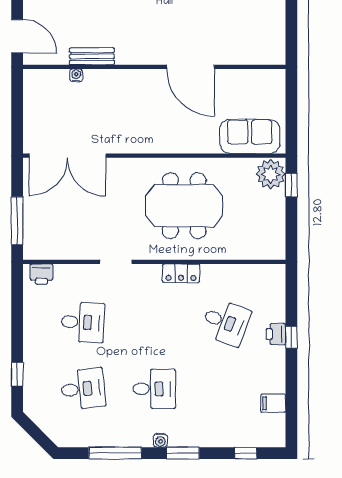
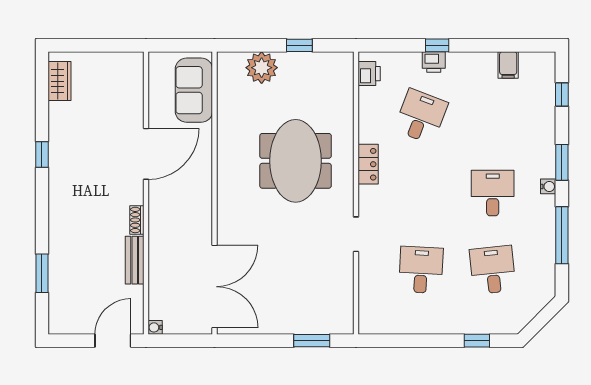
shoe rack: (129, 58) -> (137, 220), added
water cooler: (76, 75) -> (155, 327), moved
sofa: (250, 136) -> (194, 90), moved
double door: (67, 156) -> (215, 287), moved
wall: (154, 156) -> (215, 193), moved
window: (291, 185) -> (299, 45), moved
window: (17, 221) -> (312, 341), width x0.69
printer: (41, 274) -> (369, 74), moved

